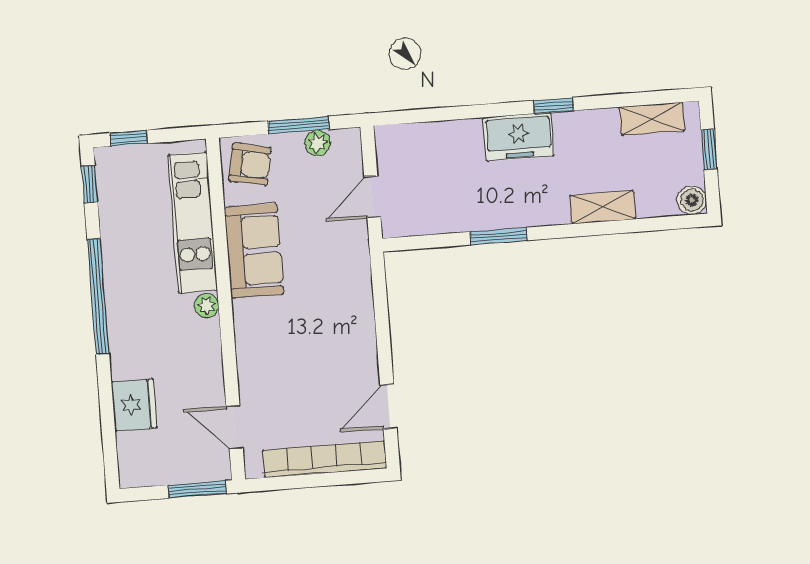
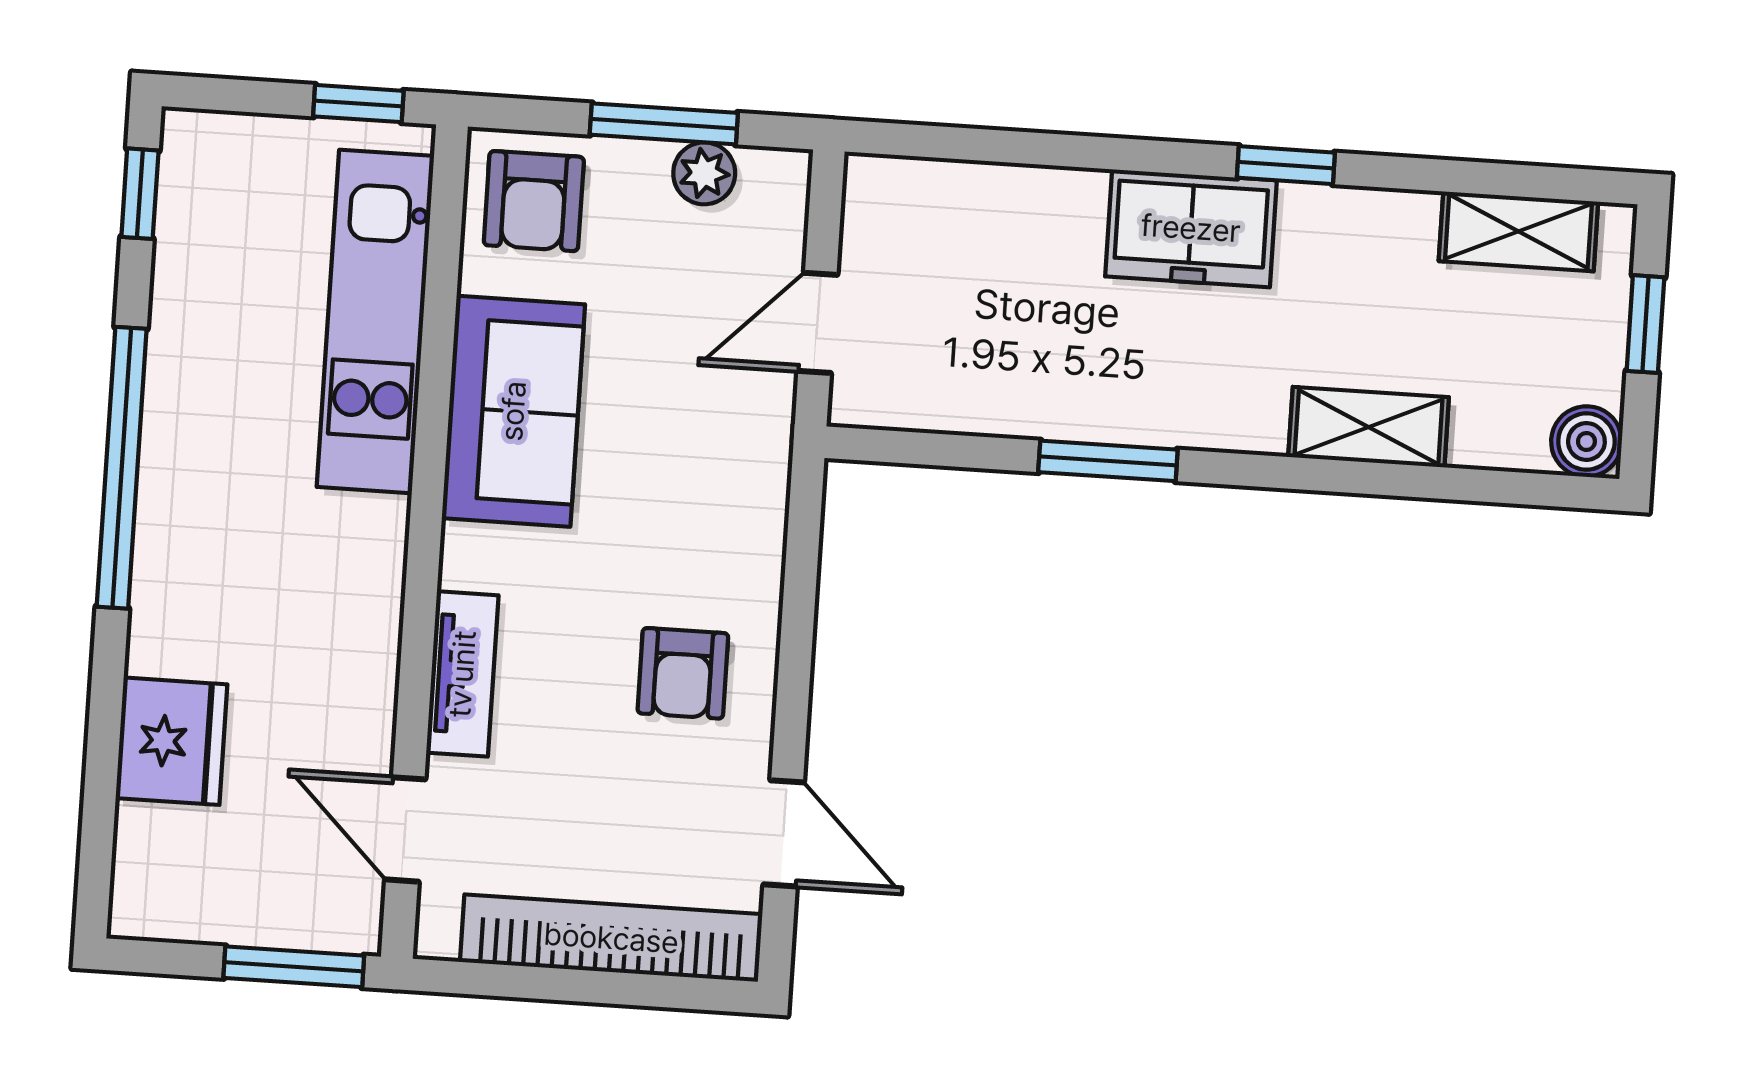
window: (129, 138) -> (358, 104), moved
armchair: (250, 164) -> (534, 201), turned 79
plant: (207, 306) -> (380, 527), removed
armchair: (338, 347) -> (683, 673), added
tv unit: (249, 361) -> (462, 674), added
door: (389, 407) -> (784, 833), swing flipped

